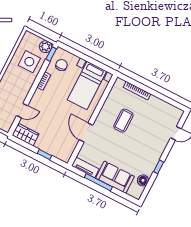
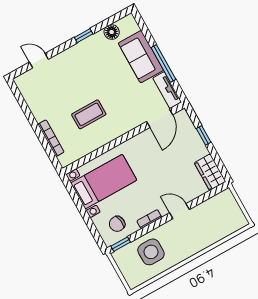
plant: (46, 47) -> (121, 257), removed
door: (22, 111) -> (180, 211), moved
door: (86, 133) -> (160, 118), moved

